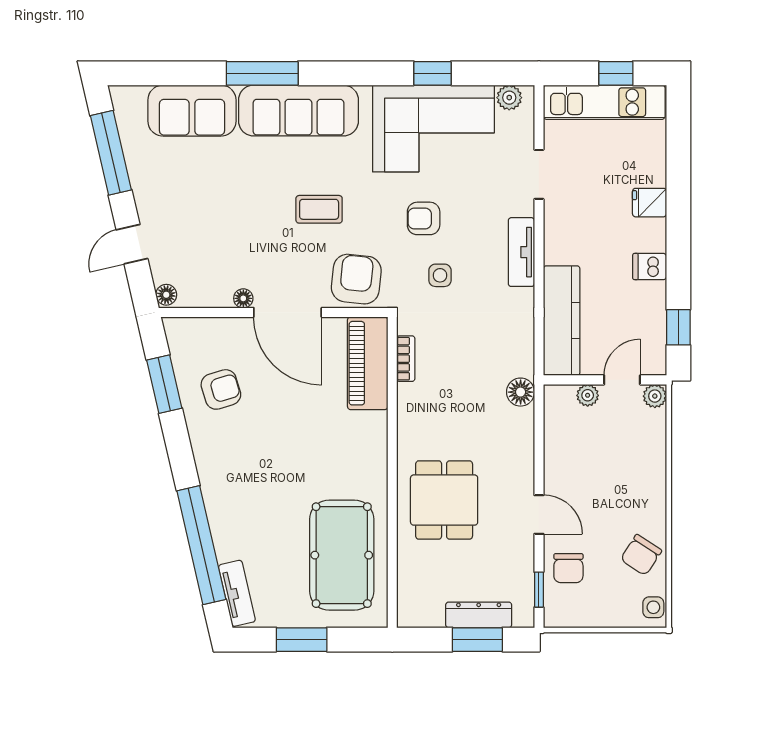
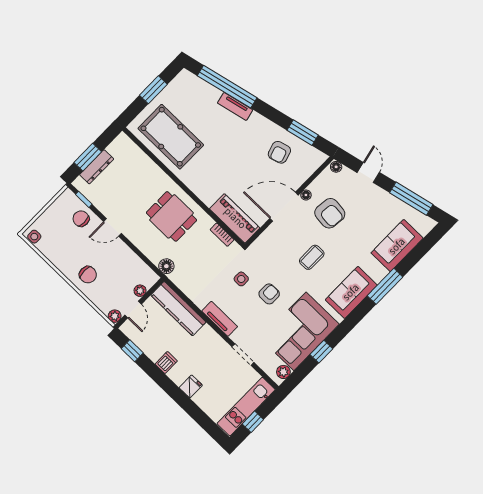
sofa: (298, 111) -> (351, 292), width x0.73
armchair: (356, 279) -> (330, 213), moved
dining table: (444, 500) -> (171, 216), moved
chair: (641, 555) -> (88, 275), moved, turned 147
tv unit: (237, 593) -> (235, 106), moved

